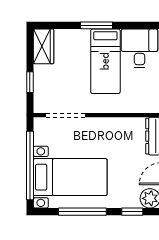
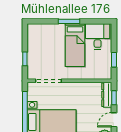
wardrobe: (44, 46) -> (34, 35), removed

